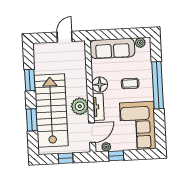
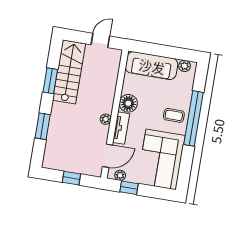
coffee table: (130, 83) -> (174, 115), moved
plant: (80, 106) -> (106, 119), width x0.53, depth x0.53
stairs: (51, 111) -> (69, 72), moved, width x0.73, depth x0.66

